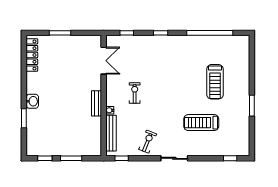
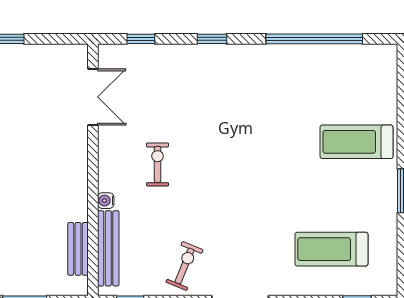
treadmill: (215, 82) -> (356, 142), moved, turned 90
bench: (97, 103) -> (78, 249), moved
treadmill: (201, 123) -> (331, 249), moved

